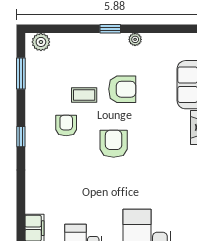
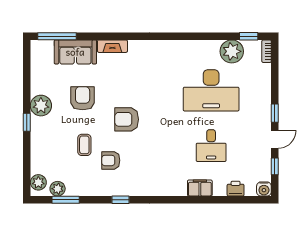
plant: (135, 39) -> (41, 106), width x1.87, depth x1.87
plant: (34, 64) -> (58, 189), added
armchair: (122, 89) -> (83, 98), moved

